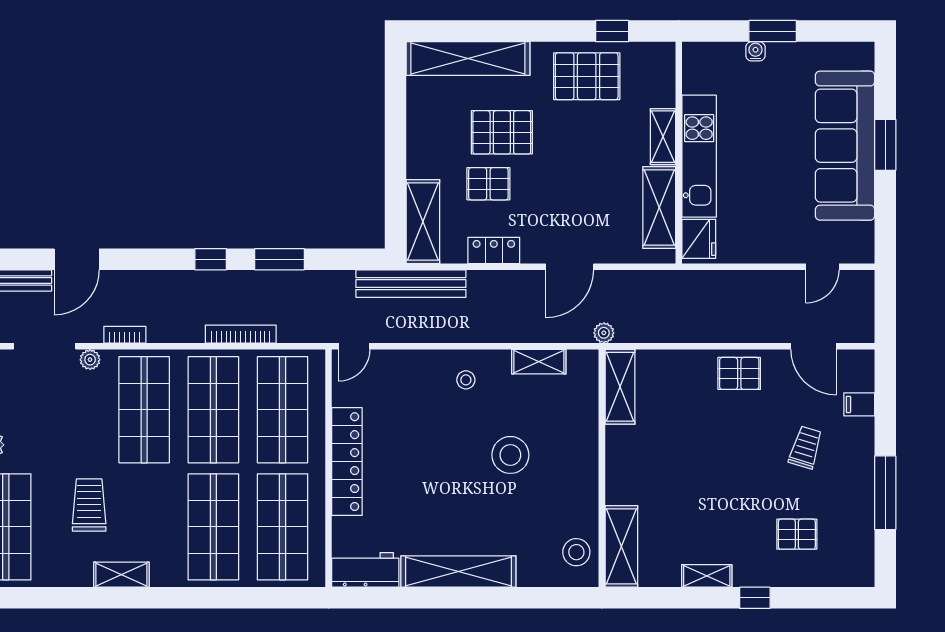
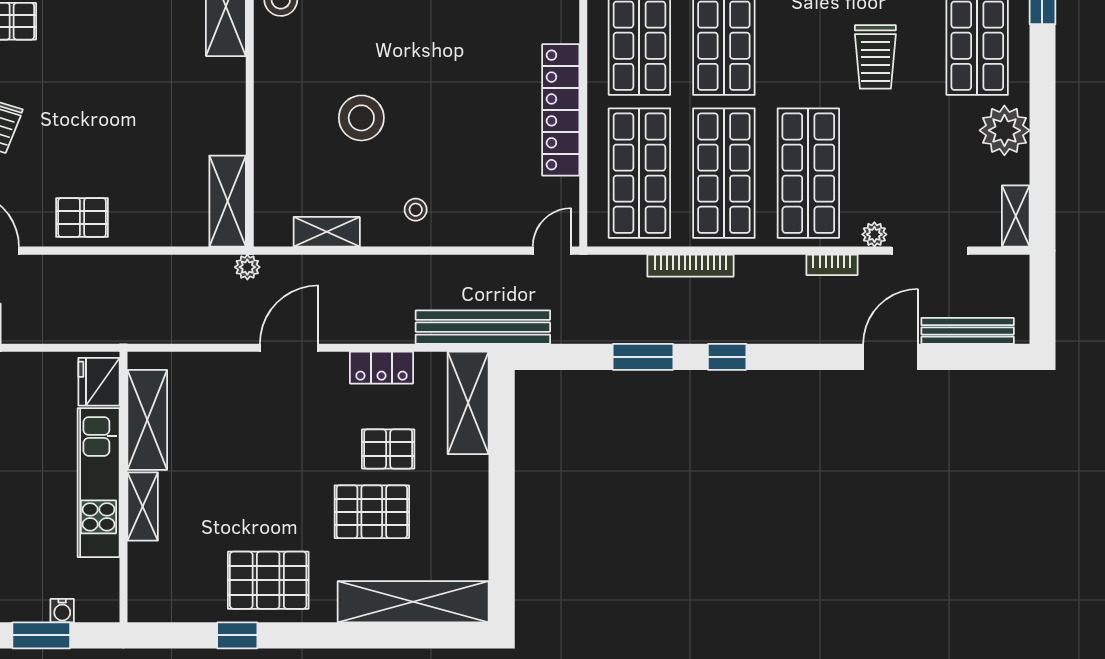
shelving: (663, 137) -> (143, 507), moved
wall: (679, 153) -> (123, 487), moved
kitchen unit: (699, 156) -> (99, 483), moved
shelving: (659, 208) -> (147, 420), moved
fridge: (699, 239) -> (99, 382), moved

